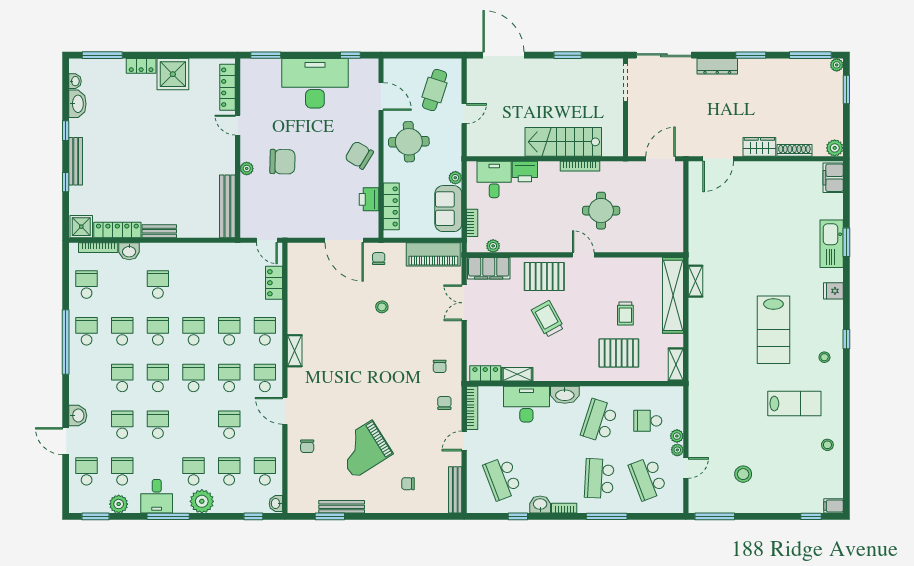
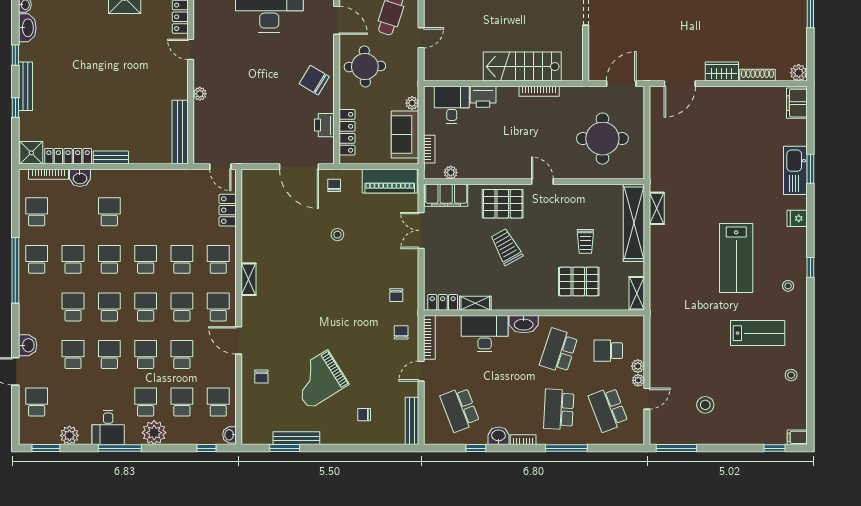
chair: (282, 162) -> (236, 87), removed
round table: (601, 211) -> (602, 139), moved, width x1.36, depth x1.36
school desk: (122, 471) -> (146, 355), moved

